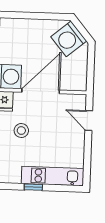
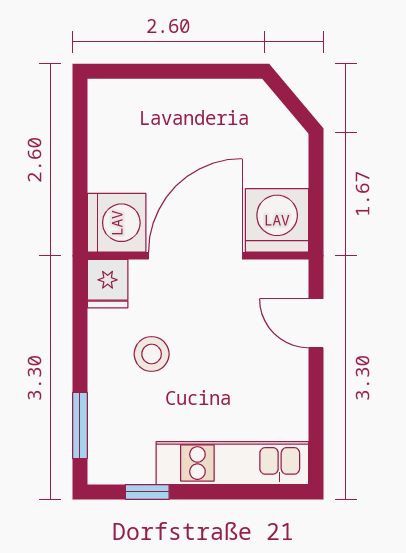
washing machine: (69, 39) -> (277, 220), moved, turned 130
window: (33, 187) -> (147, 492), moved

